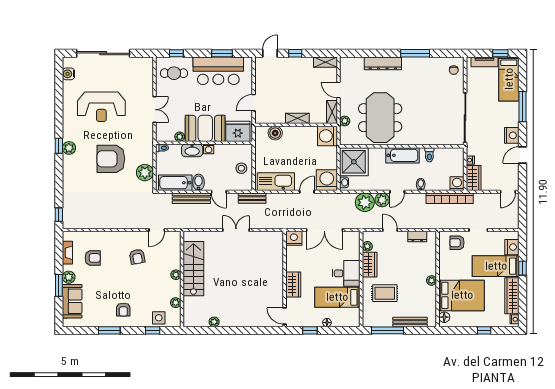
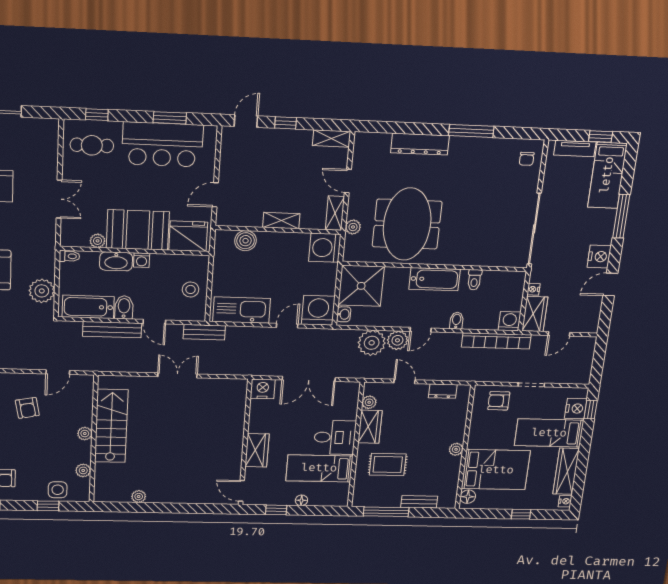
door: (508, 192) -> (559, 334), moved
window: (522, 268) -> (591, 410), moved
bench: (410, 322) -> (419, 502), width x0.73

